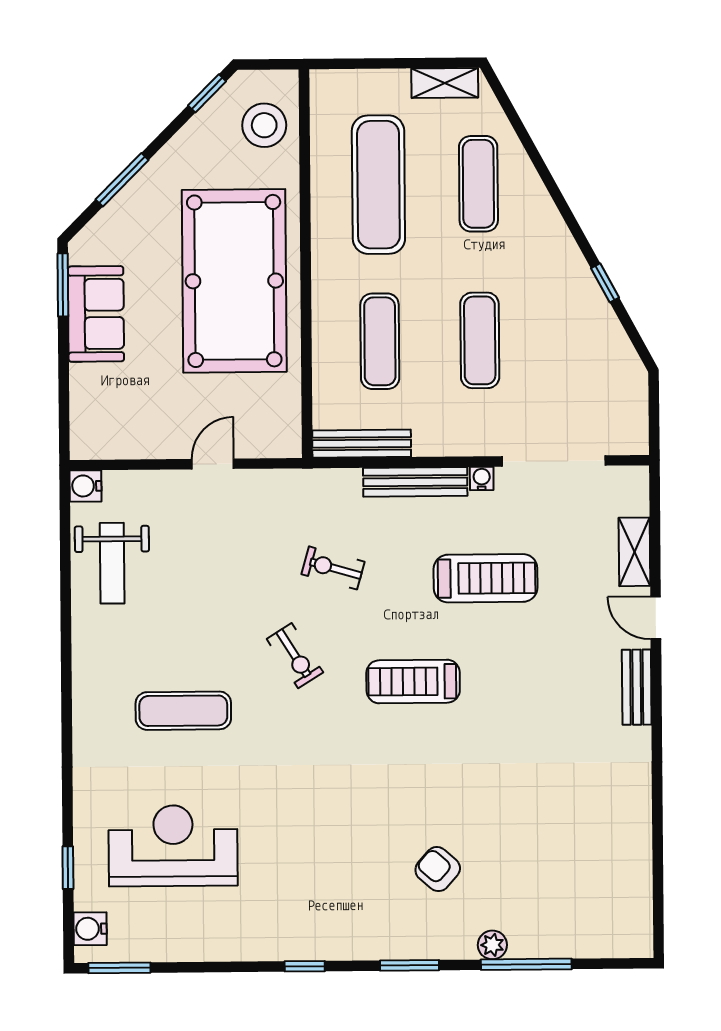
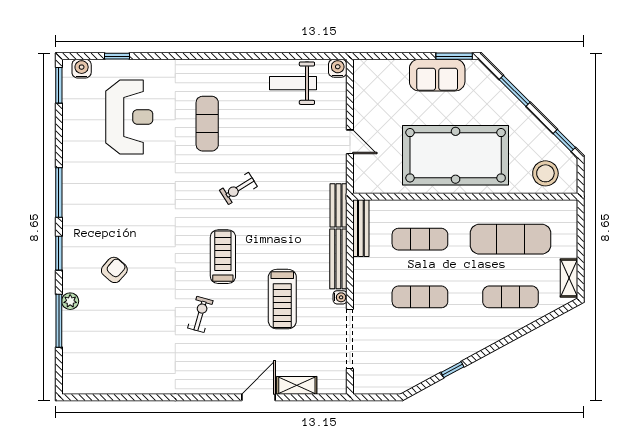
exercise bike: (333, 568) -> (200, 314), moved
door: (656, 618) -> (259, 397), width x1.38
bench: (637, 687) -> (338, 205), moved, turned 90
window: (305, 966) -> (59, 193), width x2.17

